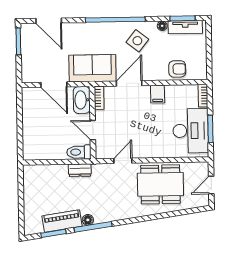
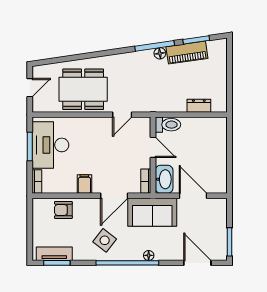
floor lamp: (162, 26) -> (149, 255), moved
dresser: (80, 170) -> (199, 106), moved

